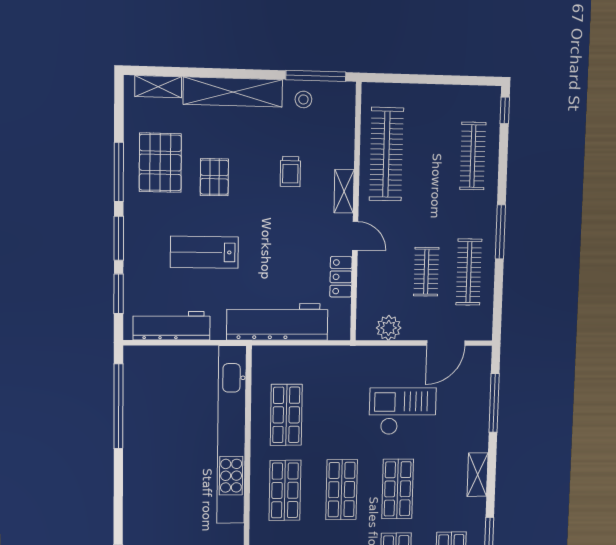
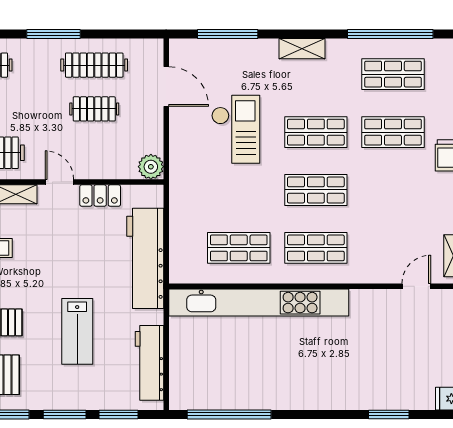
door: (355, 236) -> (59, 182), hinge flipped
plant: (389, 328) -> (151, 167), moved
checkout: (403, 411) -> (236, 129), turned 180

